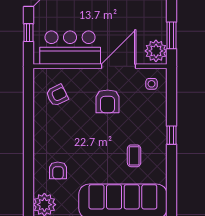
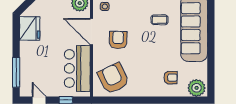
armchair: (57, 95) -> (113, 78), width x1.88, depth x1.88
armchair: (108, 101) -> (118, 40), turned -89

